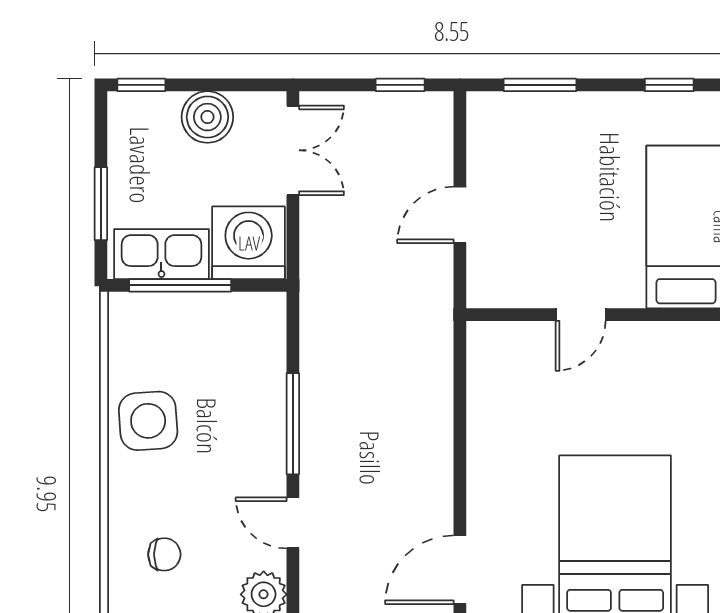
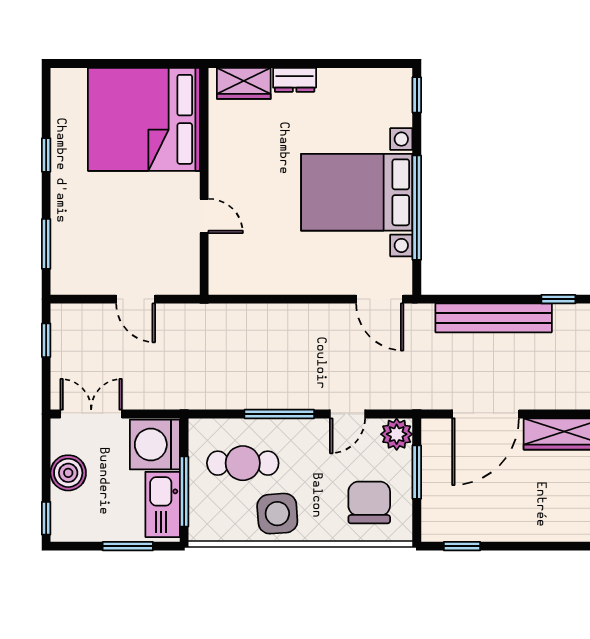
cafe table: (221, 371) -> (243, 463), added
chair: (164, 554) -> (369, 502), width x1.87, depth x1.87

